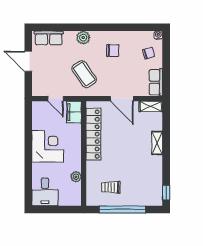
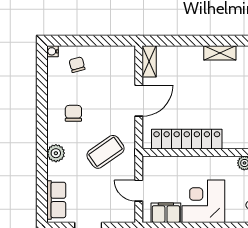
row of seats: (156, 82) -> (116, 55), removed
door: (56, 99) -> (139, 191), swing flipped
filing cabinet: (74, 112) -> (166, 213), moved, turned 180
shelving: (157, 143) -> (220, 53), moved

